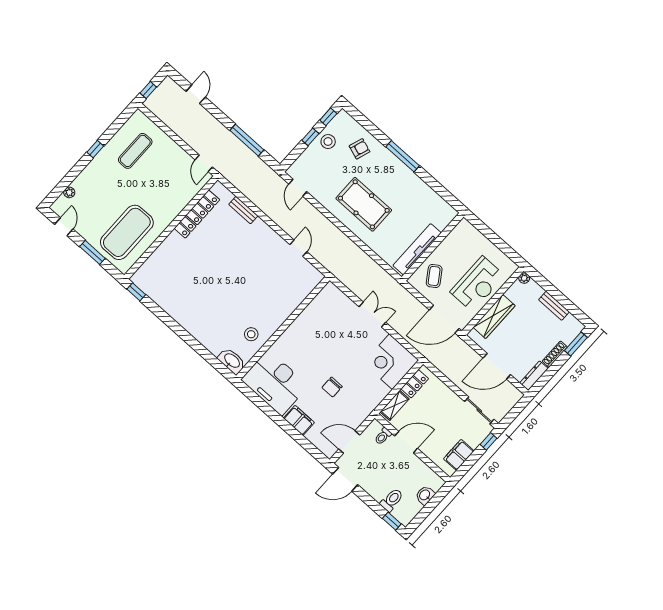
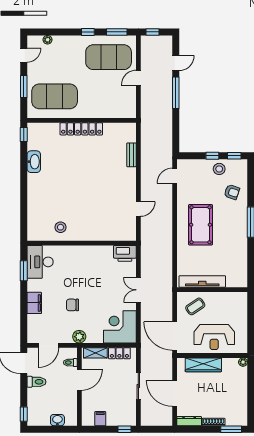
window: (119, 123) -> (117, 32), added
window: (247, 140) -> (176, 93), moved
exercise mat: (135, 151) -> (109, 57), width x2.00, depth x1.45
door: (204, 163) -> (138, 78), moved
locker: (197, 214) -> (81, 129), moved
printer: (328, 297) -> (125, 253), added
bench: (554, 306) -> (242, 395), removed
double door: (372, 315) -> (138, 290), swing flipped
washbasin: (232, 361) -> (34, 162), moved
desk: (275, 383) -> (40, 262), width x0.73, depth x0.77
window: (261, 404) -> (24, 271), added
plant: (367, 407) -> (79, 337), added
sliding door: (479, 410) -> (138, 386), moved
door: (349, 442) -> (49, 345), swing flipped
door: (406, 442) -> (79, 380), hinge flipped
filing cabinet: (459, 455) -> (100, 419), width x0.50
toilet: (392, 500) -> (36, 382), moved

